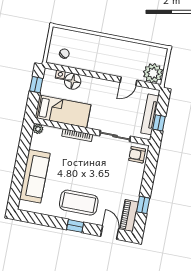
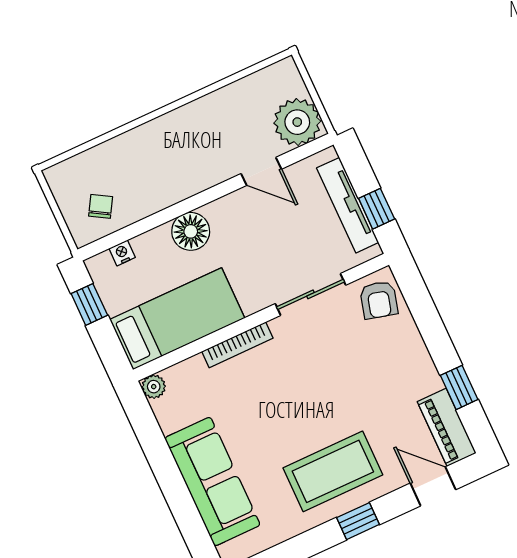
floor lamp: (73, 81) -> (191, 231), moved
door: (128, 81) -> (261, 171), hinge flipped
armchair: (137, 155) -> (379, 300), turned -75

